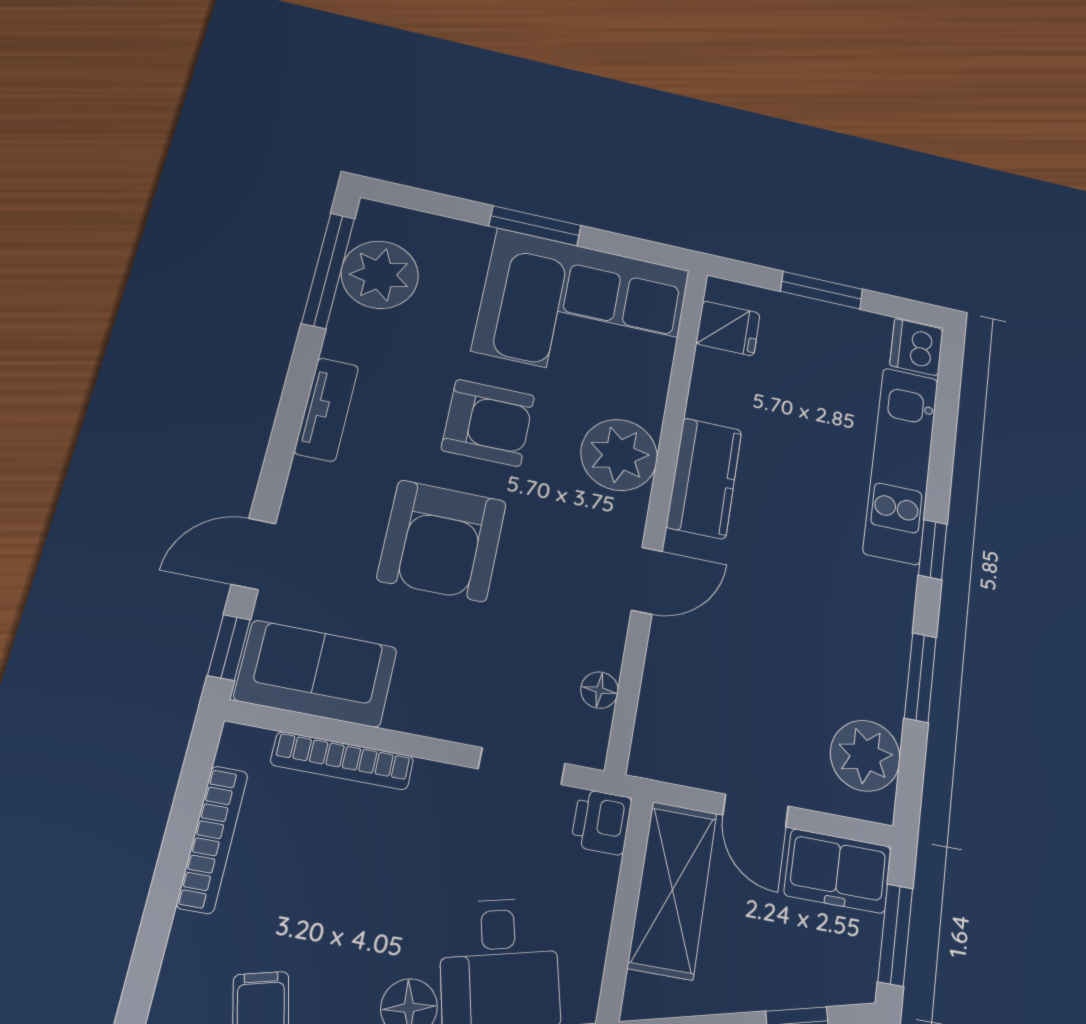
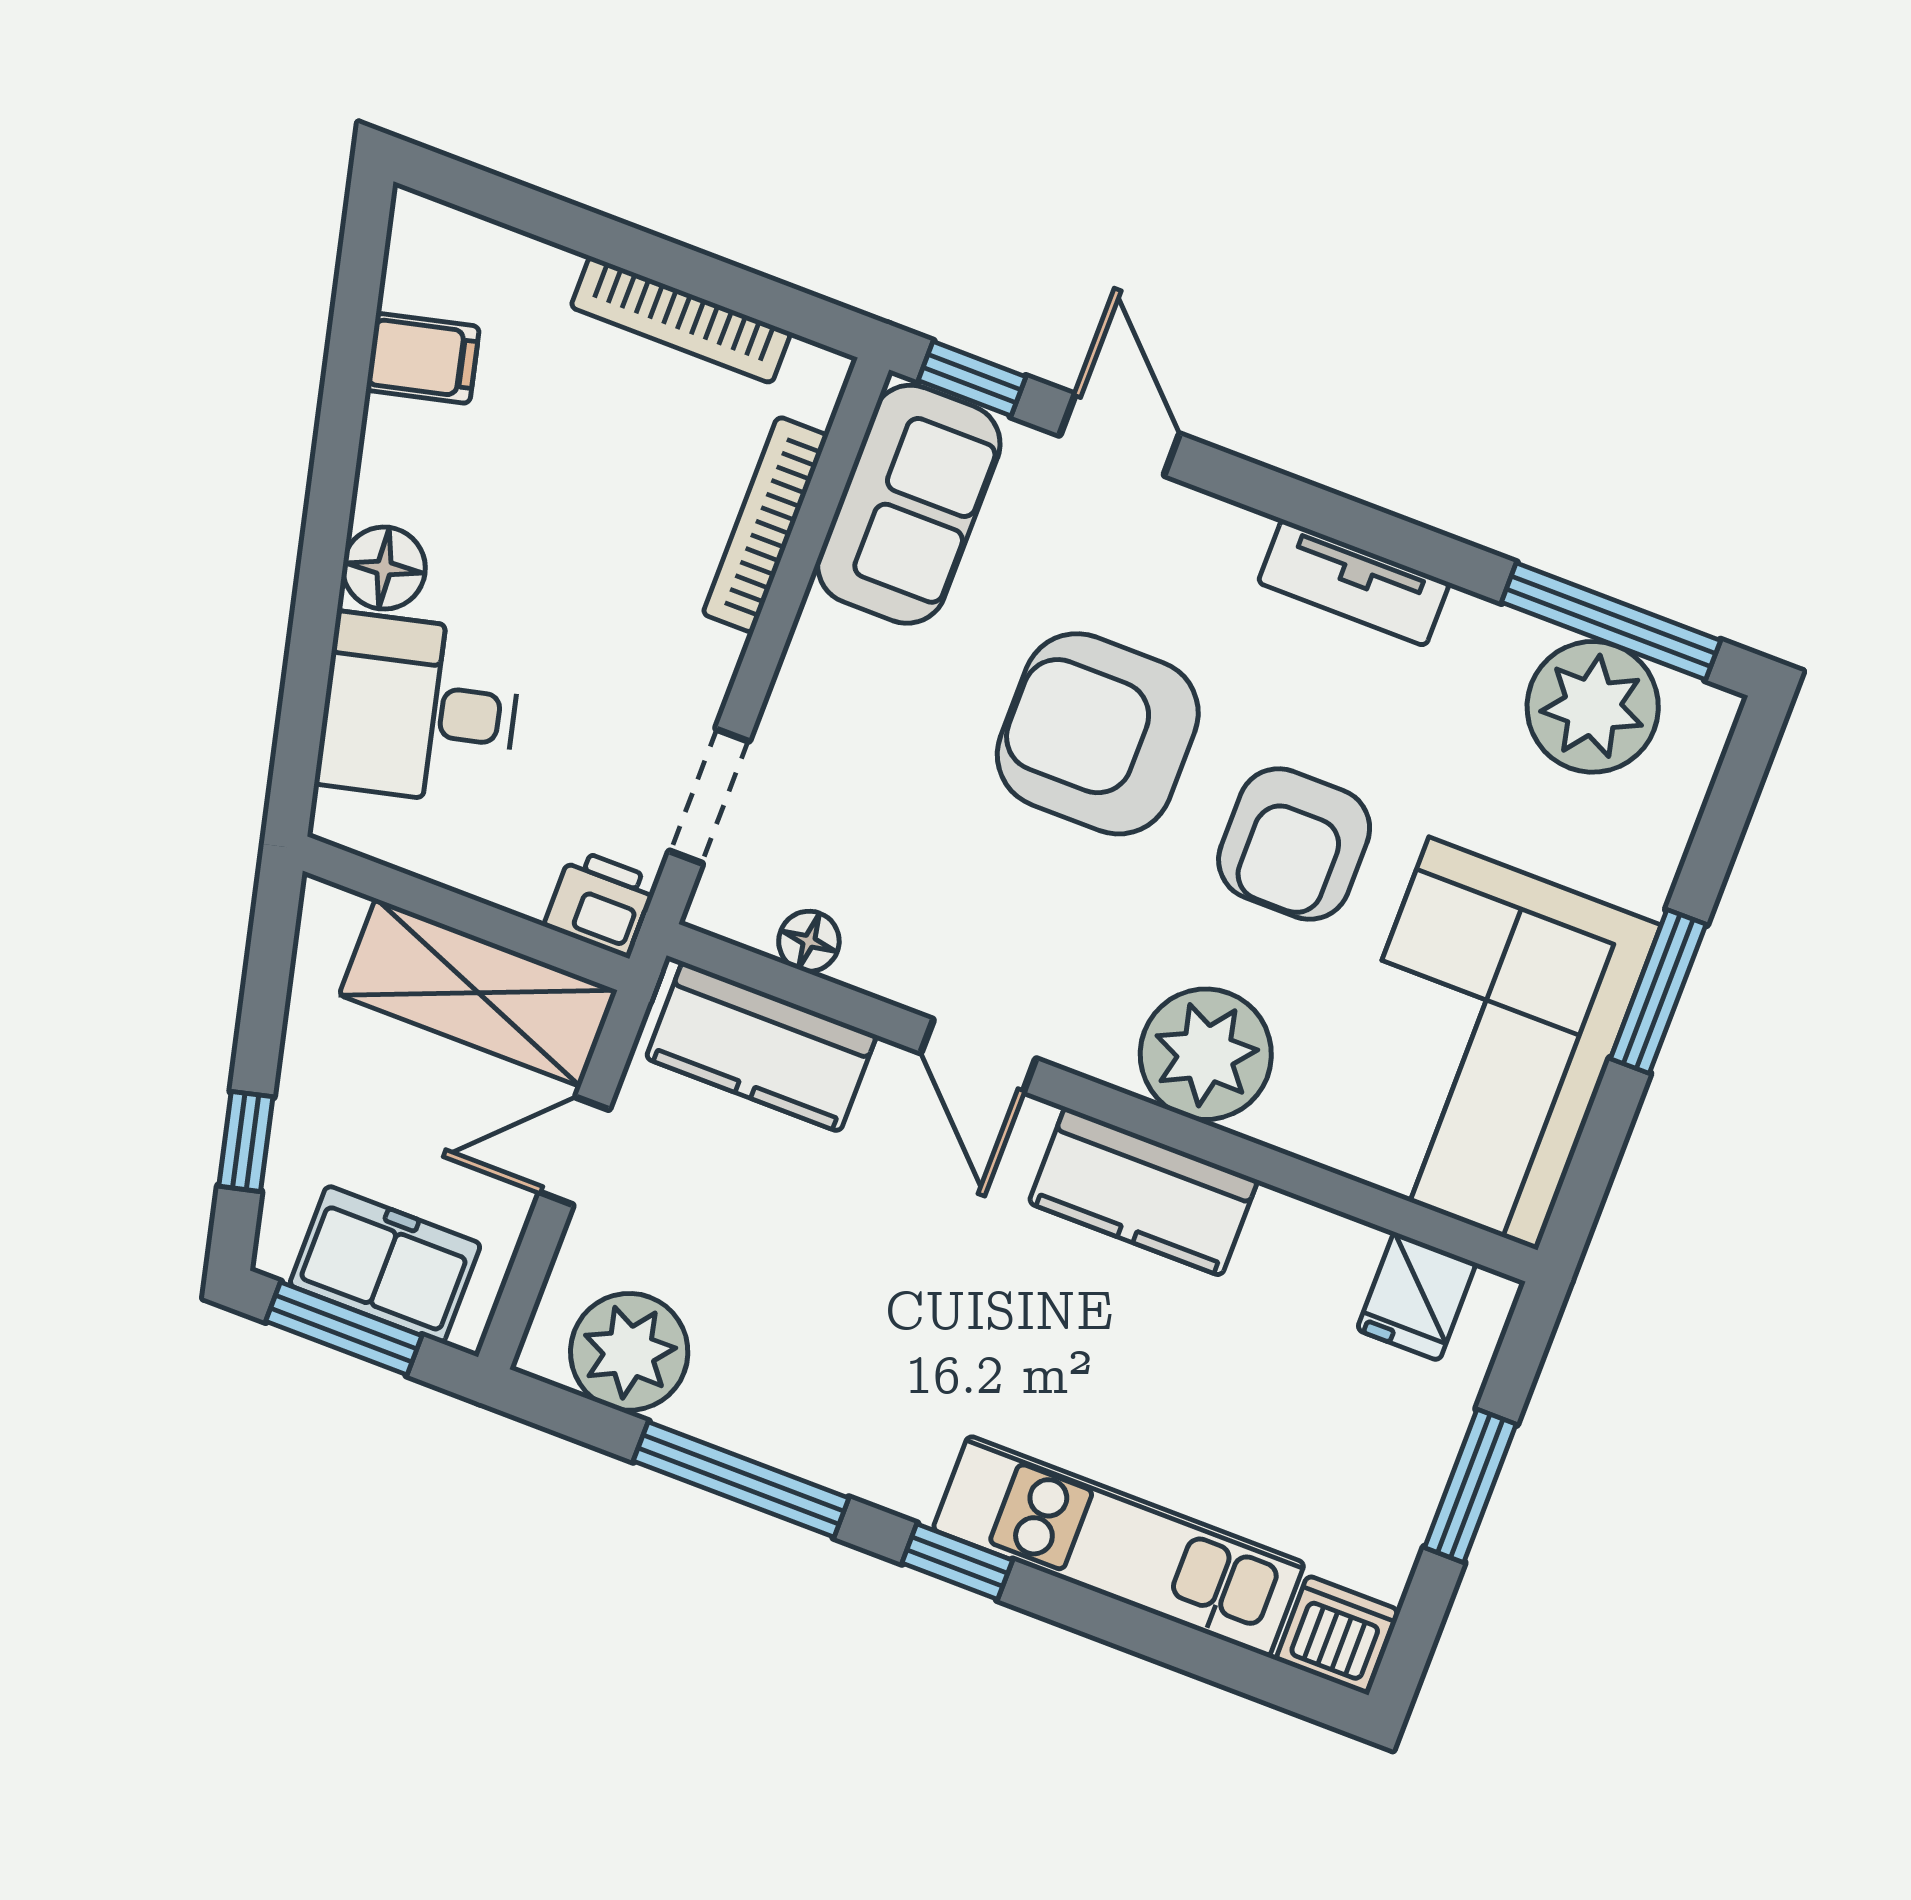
window: (920, 677) -> (741, 1479), width x1.44
kitchen counter: (669, 708) -> (761, 1047), added
freezer: (838, 871) -> (385, 1264), moved, turned 90

